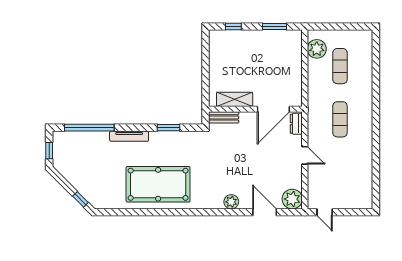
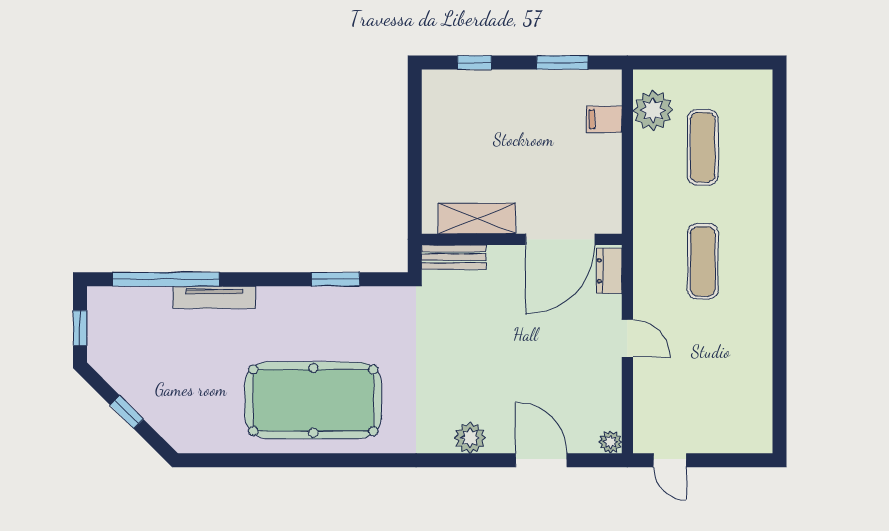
filing cabinet: (294, 53) -> (604, 119), added
tv unit: (129, 136) -> (214, 297), moved
window: (80, 199) -> (127, 412), moved
plant: (292, 199) -> (610, 442), width x0.53, depth x0.53

